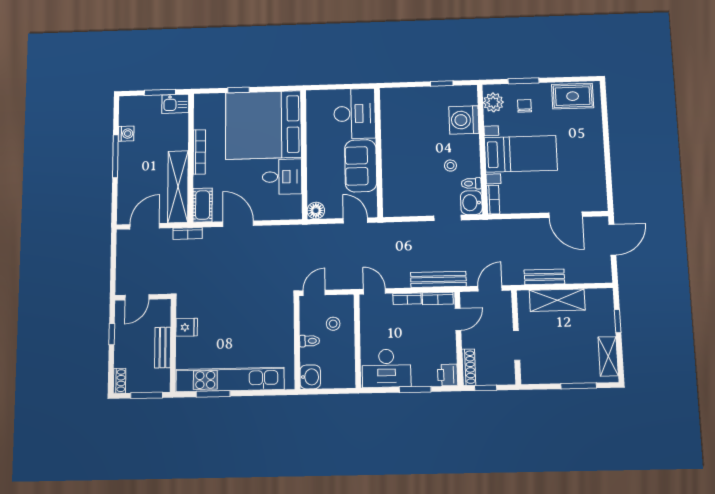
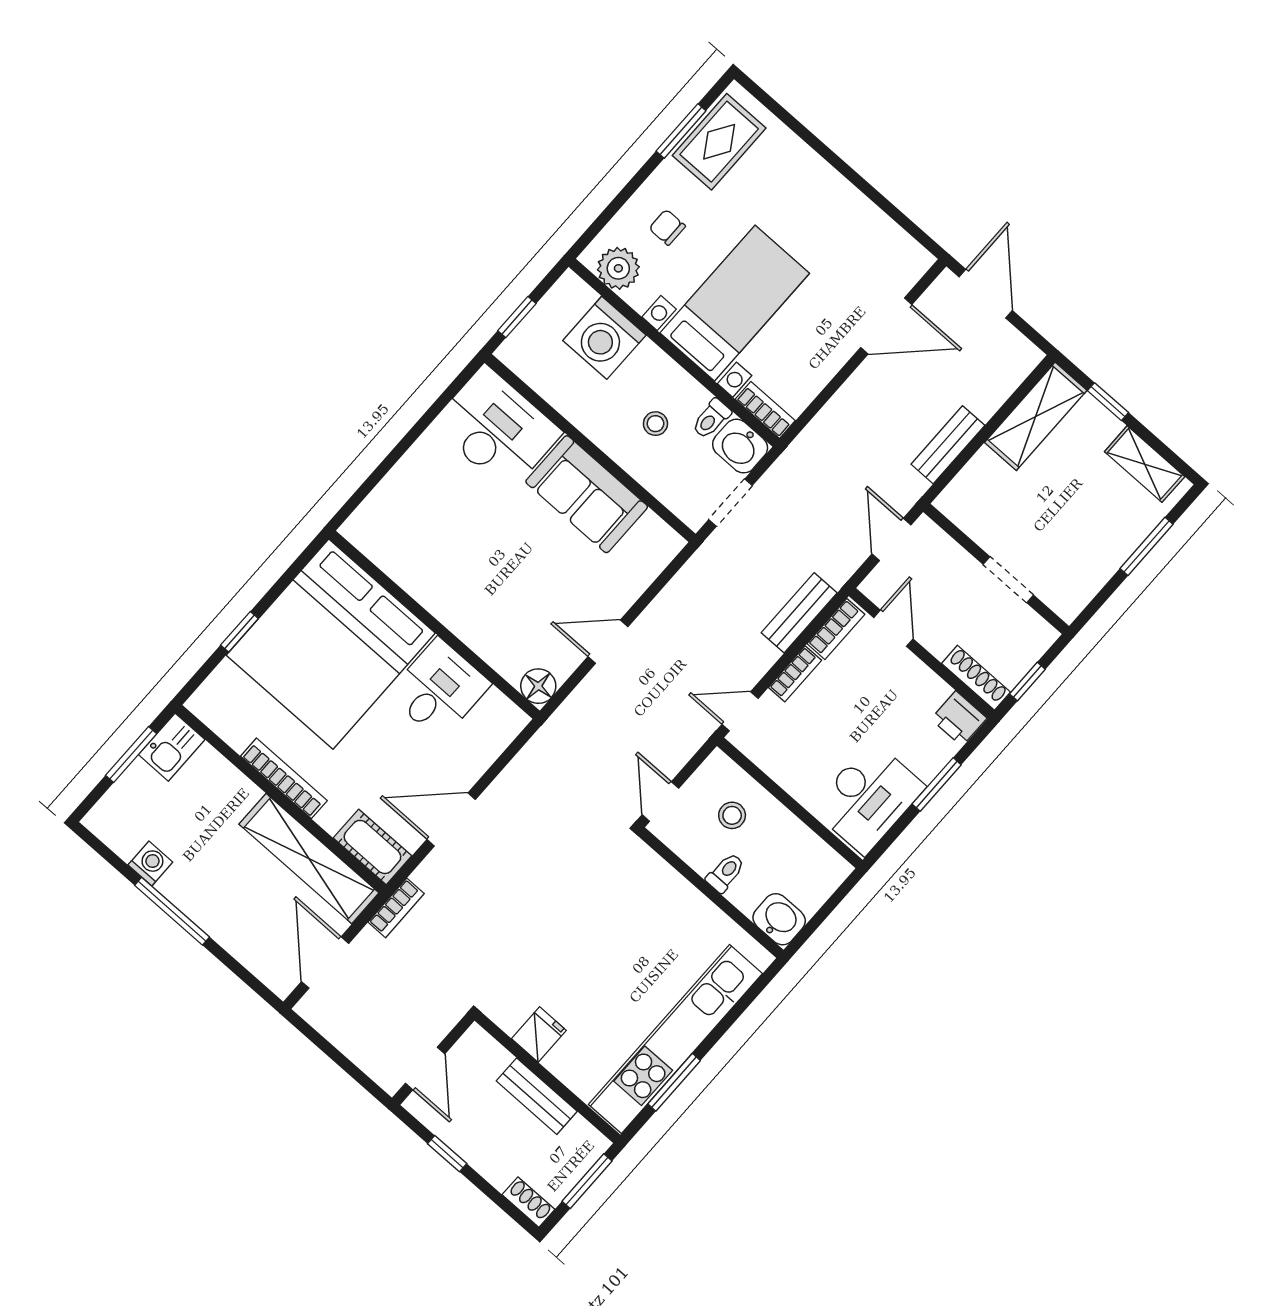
window: (523, 81) -> (681, 131), moved
desk: (355, 114) -> (497, 429), moved
wall: (379, 152) -> (590, 448), moved
sofa: (361, 166) -> (587, 494), moved
bench: (438, 279) -> (799, 613), width x0.73
shelving: (557, 300) -> (1036, 416), moved

